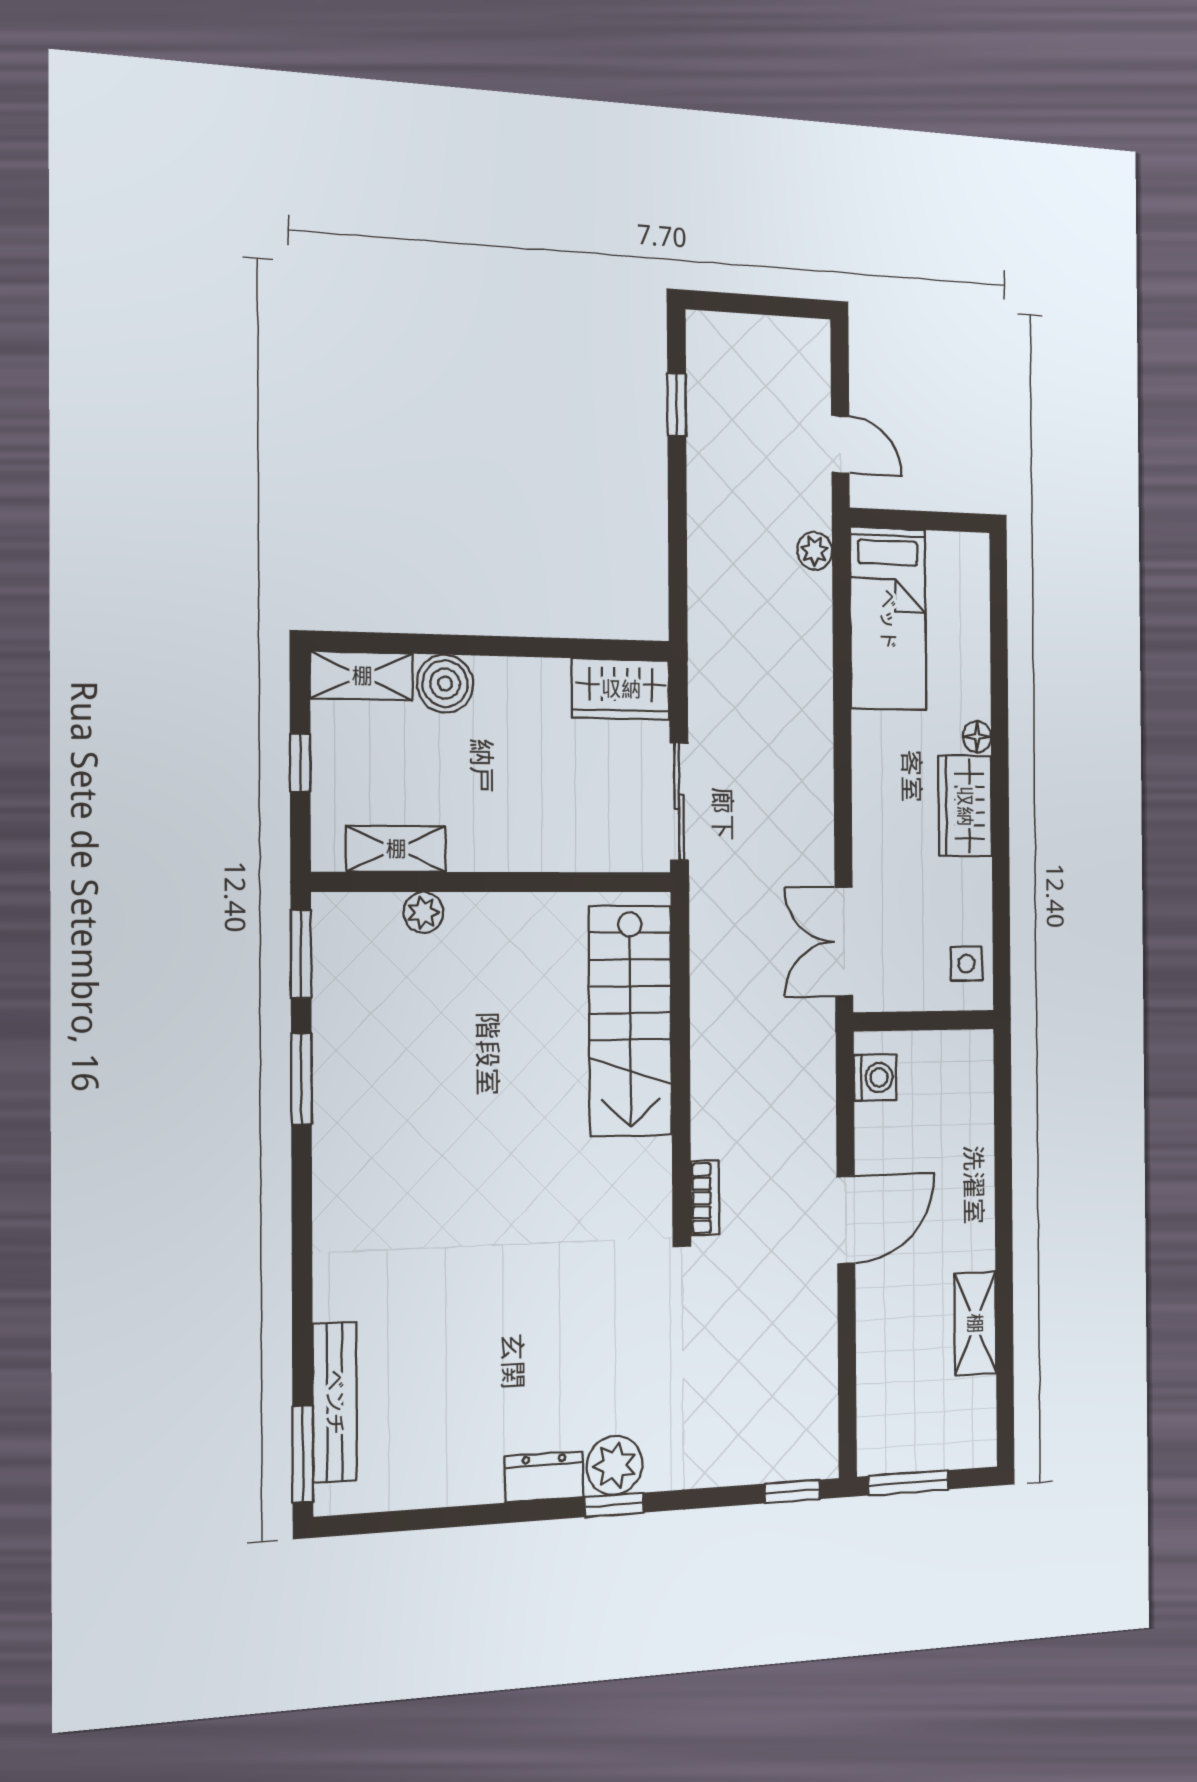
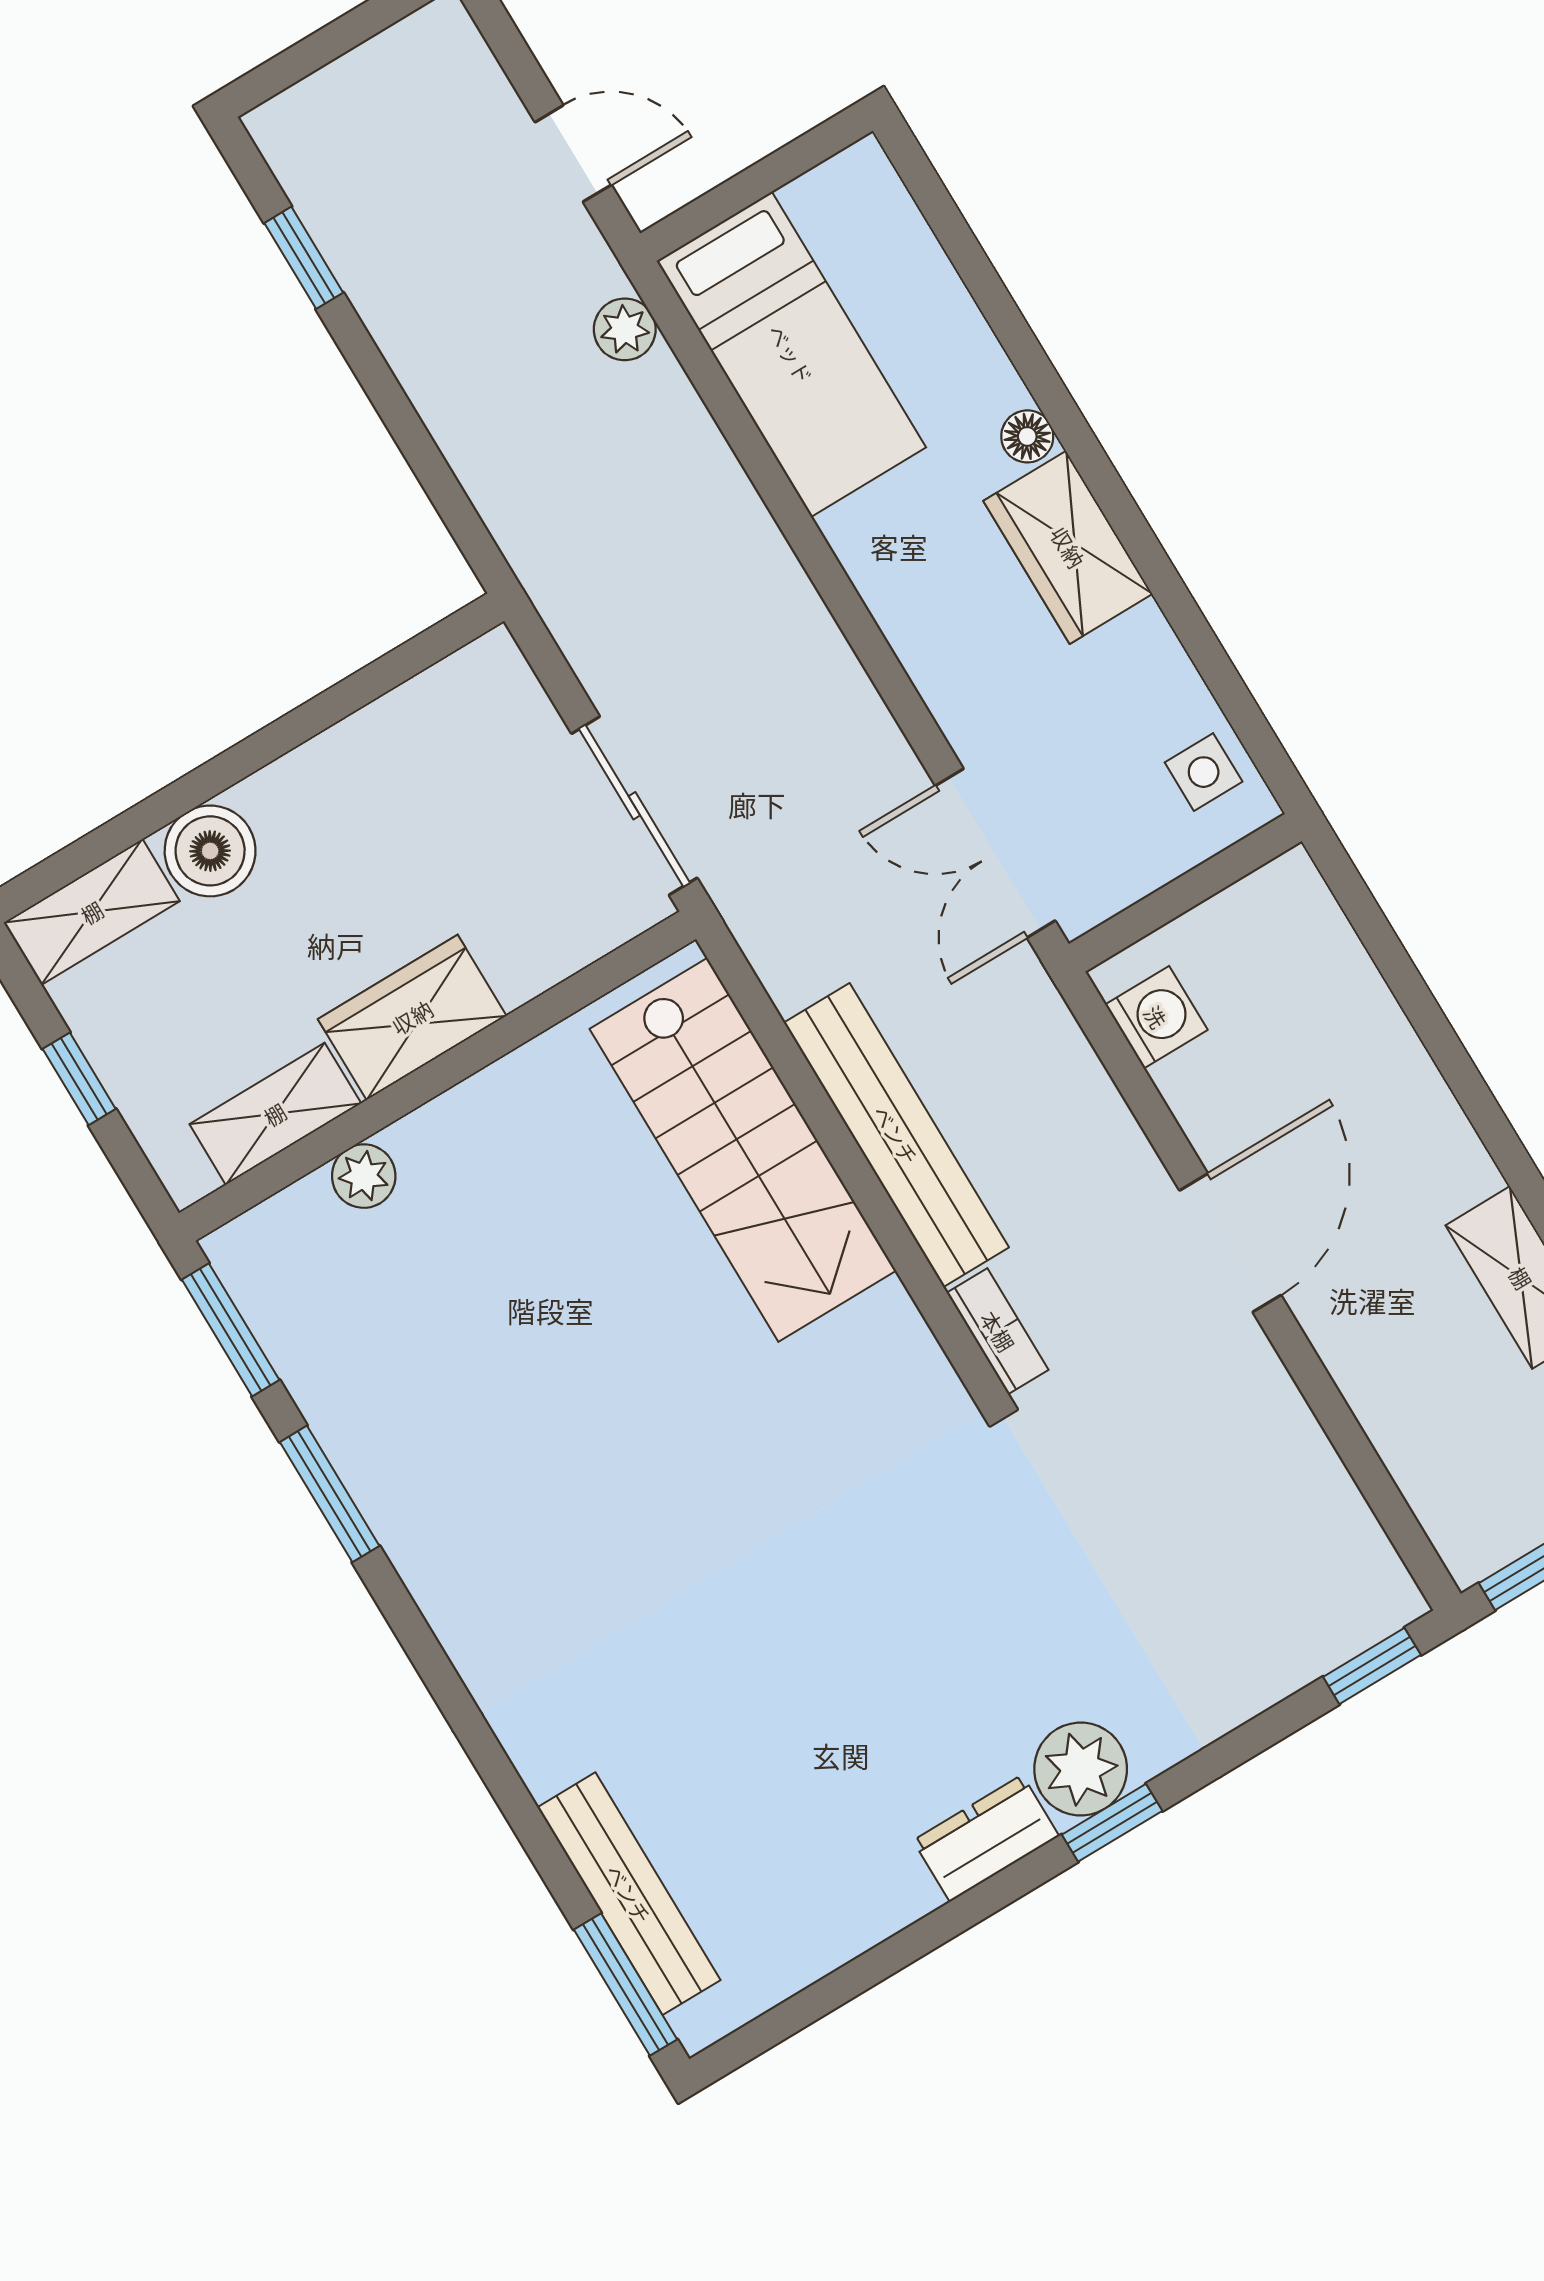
wardrobe: (621, 689) -> (412, 1017), moved, turned 180
bench: (713, 1061) -> (896, 1135), added

